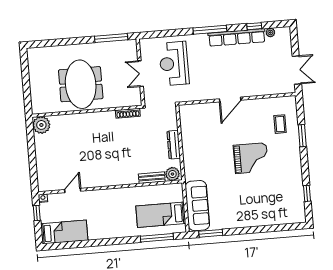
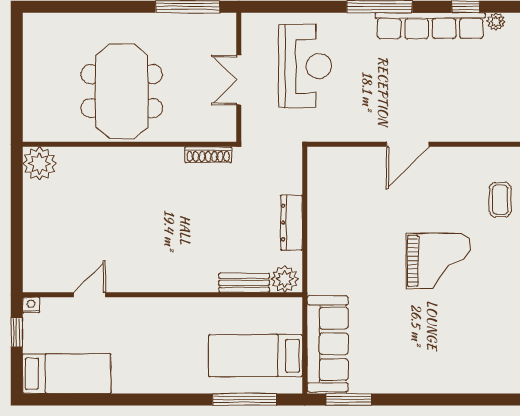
reception desk: (174, 64) -> (305, 66), turned 180

